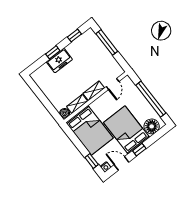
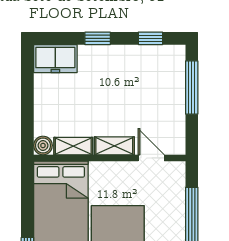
freezer: (59, 61) -> (55, 59), moved
door: (113, 84) -> (151, 158), swing flipped

